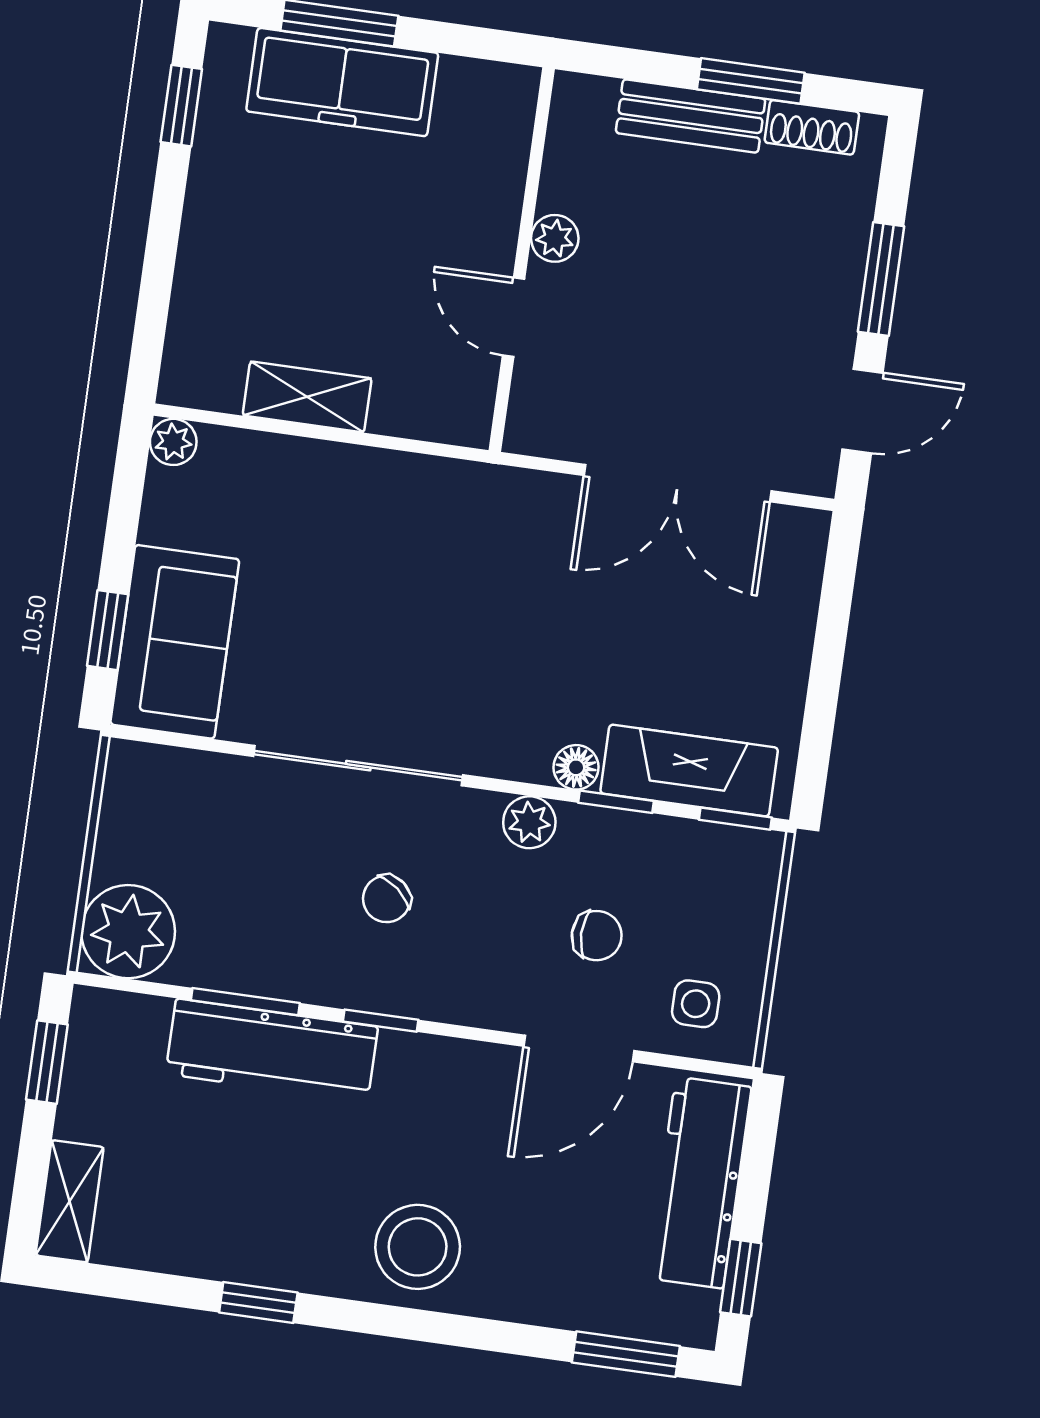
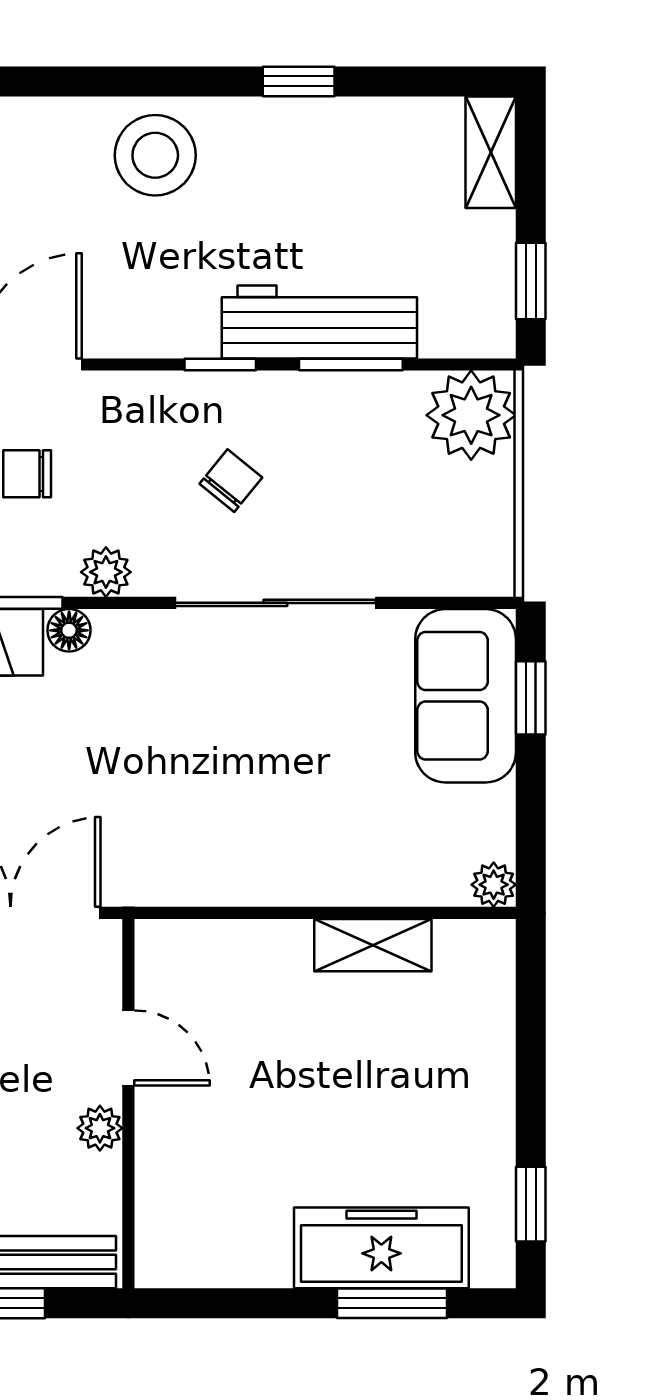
plant: (555, 238) -> (100, 1128), moved
wall: (522, 260) -> (128, 1104), moved
door: (514, 317) -> (128, 1048), moved

